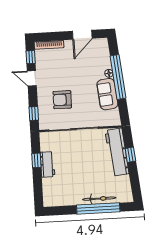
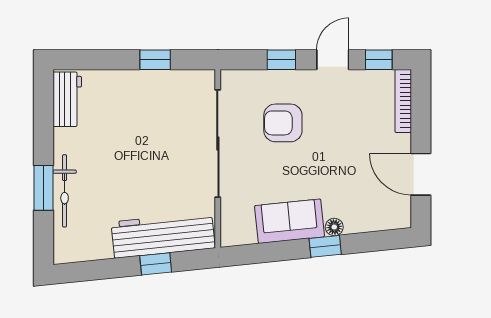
window: (118, 77) -> (325, 246), width x0.32
armchair: (62, 100) -> (283, 123), turned -90
window: (34, 114) -> (281, 60), moved
workbench: (48, 164) -> (67, 99), moved, turned -90
window: (98, 208) -> (44, 188), width x0.47

